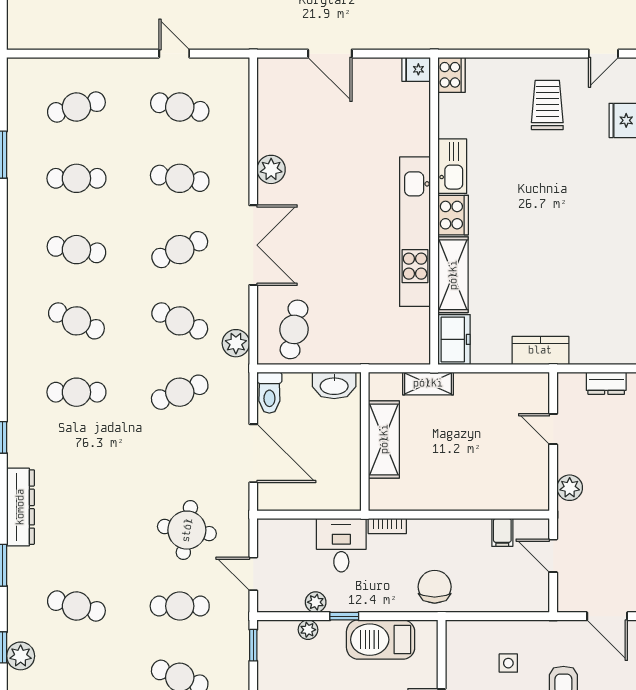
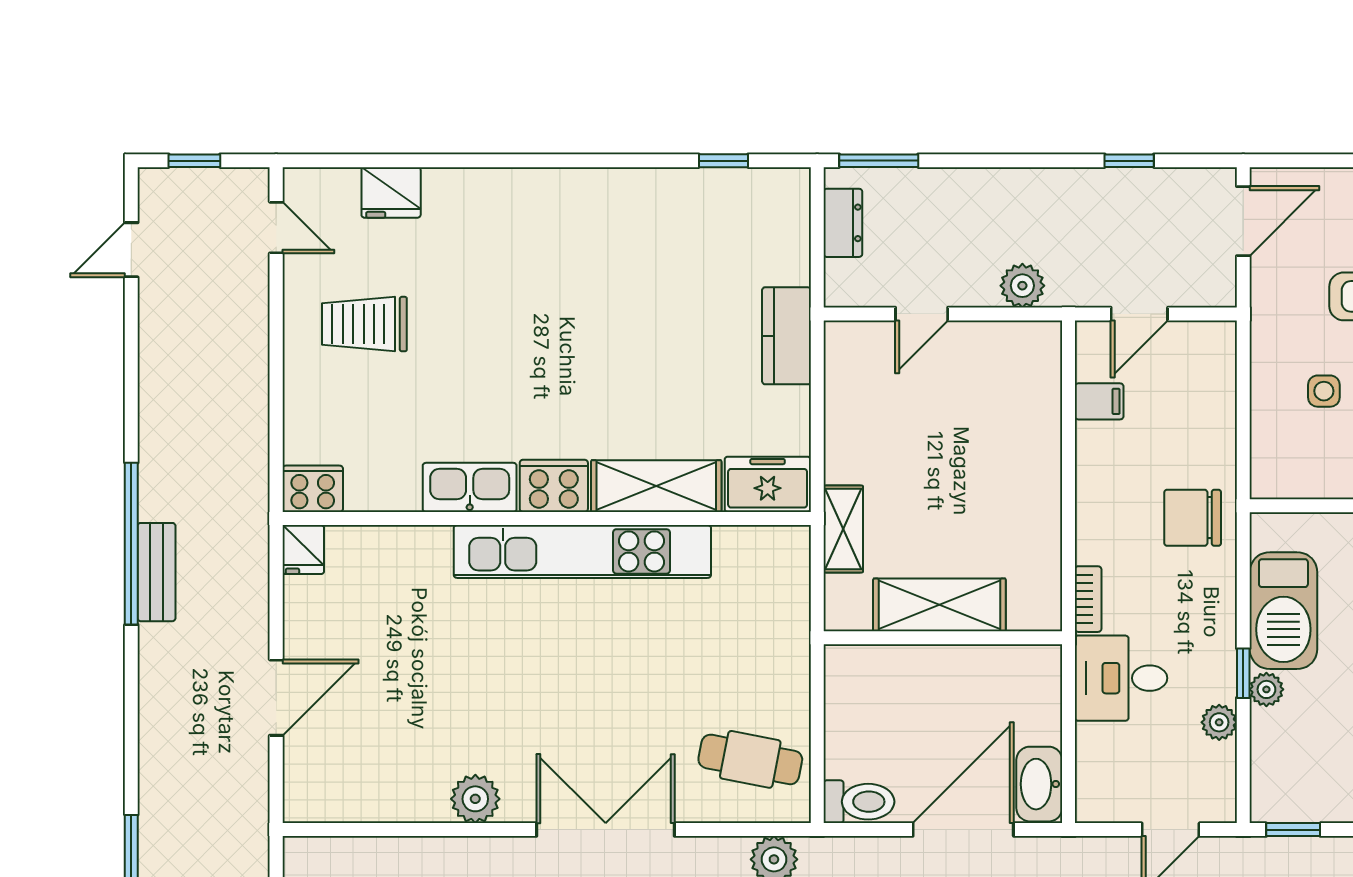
washbasin: (334, 385) -> (1039, 784), moved, turned 180
plant: (308, 630) -> (1266, 689), moved

